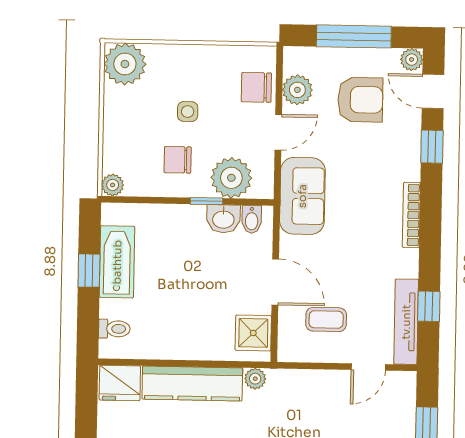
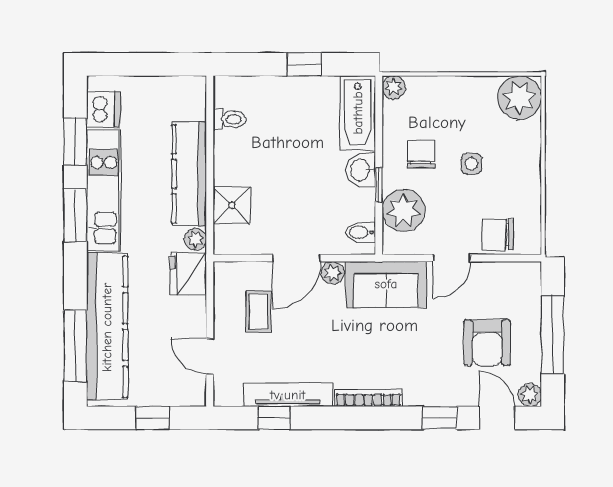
chair: (256, 87) -> (498, 235), turned -90
plant: (297, 90) -> (332, 273), moved, width x0.73, depth x0.73
door: (433, 91) -> (497, 418), hinge flipped
door: (278, 132) -> (452, 258), hinge flipped
washbasin: (223, 219) -> (361, 170), moved
bathtub: (117, 262) -> (358, 113), moved, turned 90
tv unit: (406, 322) -> (288, 395), moved
toilet: (114, 329) -> (229, 119), moved, turned -90
shower: (253, 333) -> (232, 205), moved
fridge: (120, 383) -> (188, 273), moved

